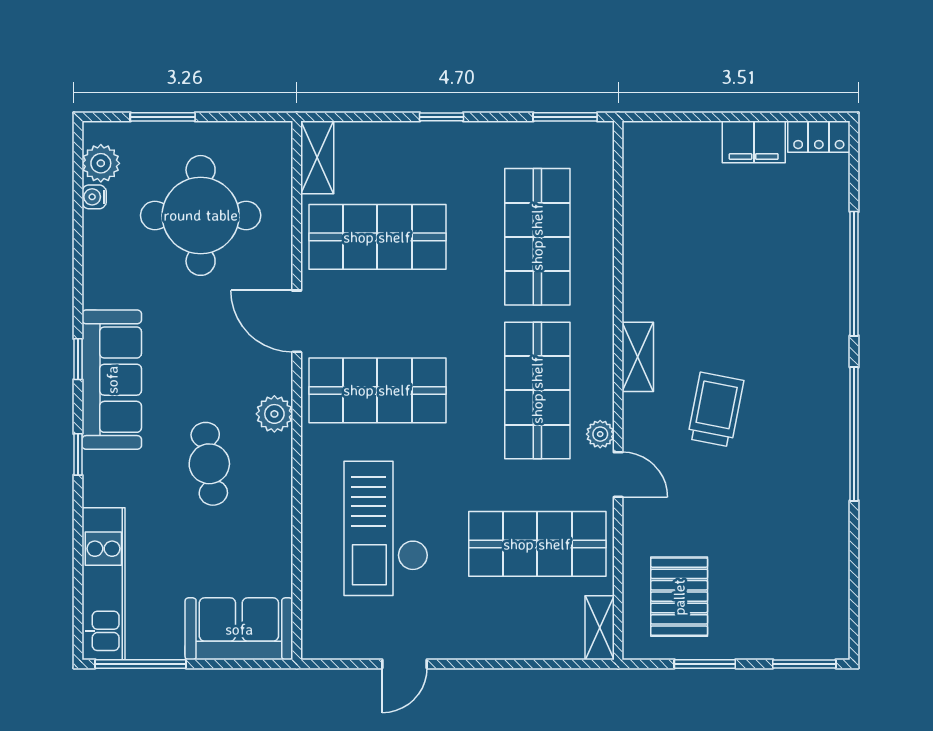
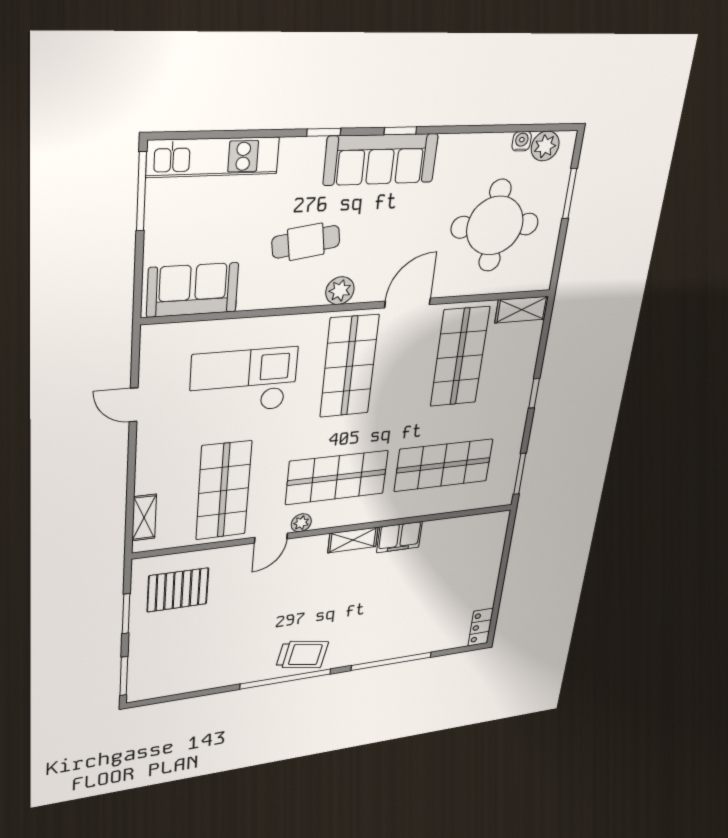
filing cabinet: (754, 142) -> (399, 537), moved, turned -90
trolley: (716, 410) -> (302, 655), moved
shelving: (600, 628) -> (144, 517), moved, turned 90
sofa: (239, 629) -> (193, 290), moved, turned -90

